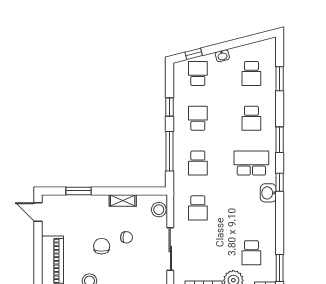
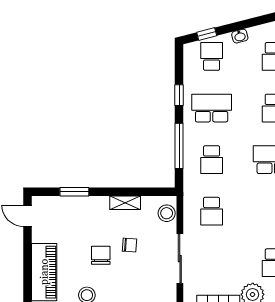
school desk: (198, 118) -> (212, 108), width x1.85

